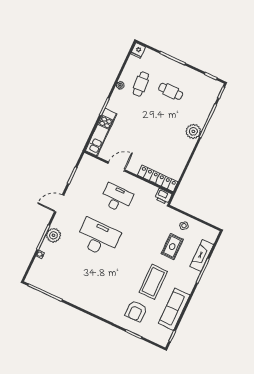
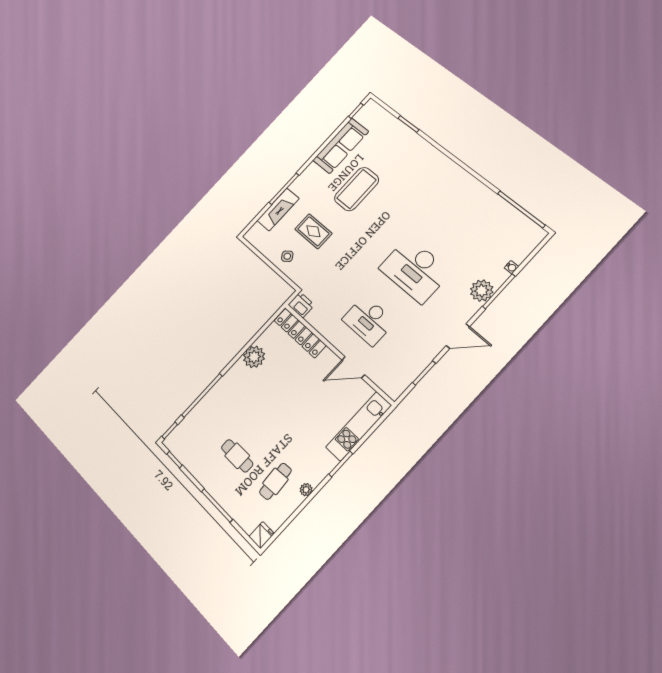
plant: (193, 131) -> (254, 357), moved
rug: (172, 247) -> (313, 231), turned 90
armchair: (136, 311) -> (394, 154), removed

